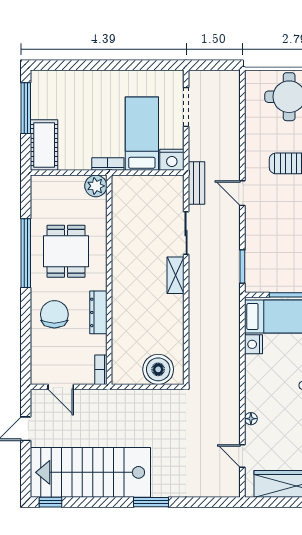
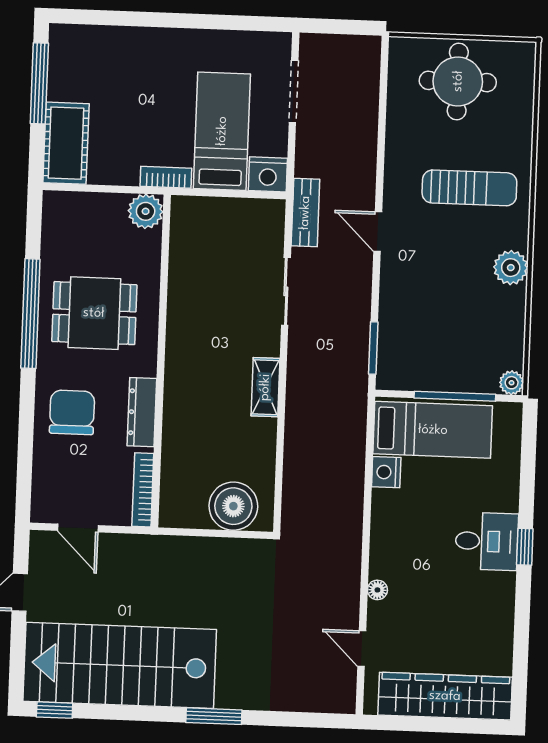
dining table: (66, 251) -> (94, 313), turned 90
shelving: (176, 275) -> (265, 387), moved
bookcase: (101, 370) -> (143, 490), width x1.56

